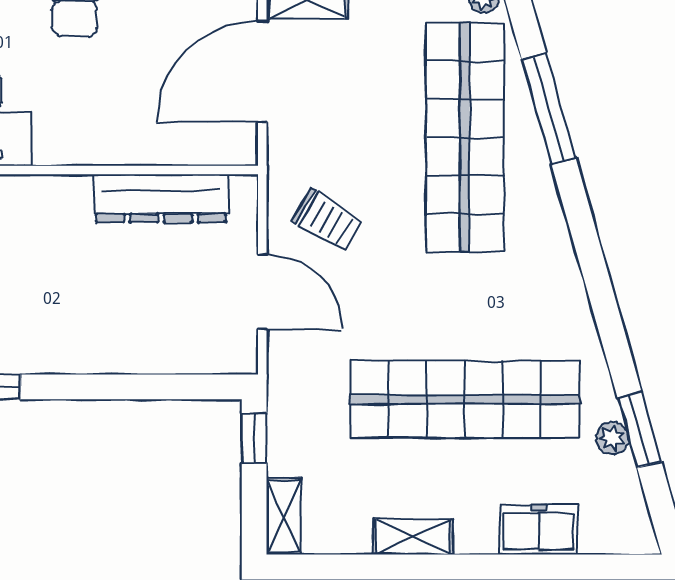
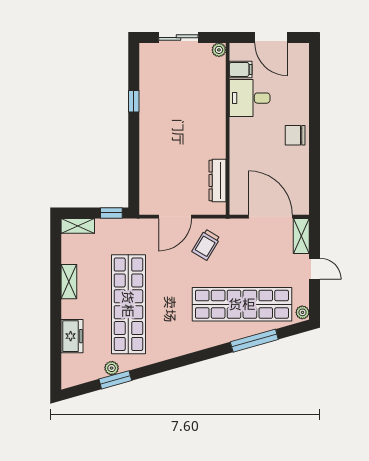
dresser: (161, 198) -> (218, 180), width x0.73, depth x0.80

